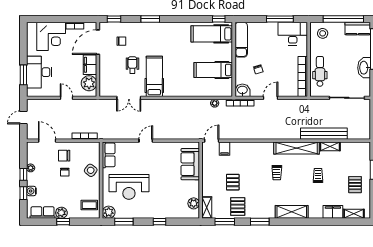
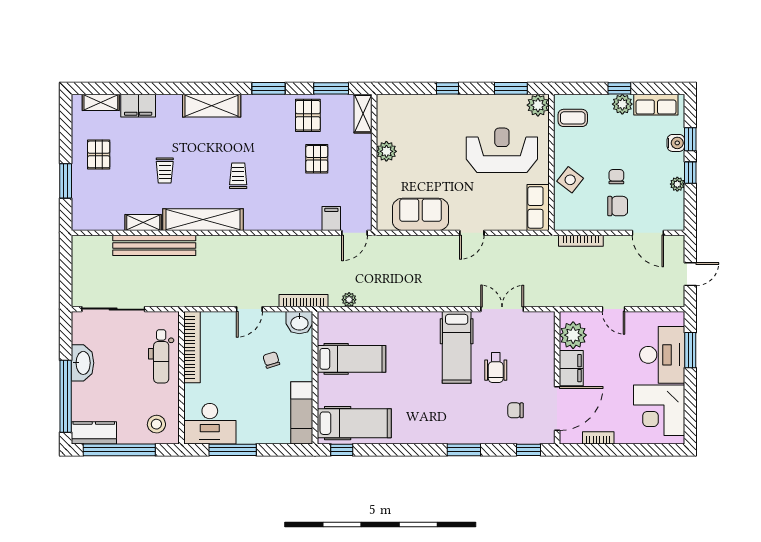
corner desk: (51, 36) -> (659, 410), moved, turned -90
sofa: (190, 164) -> (421, 214), moved, turned -90
plant: (194, 203) -> (386, 151), moved

